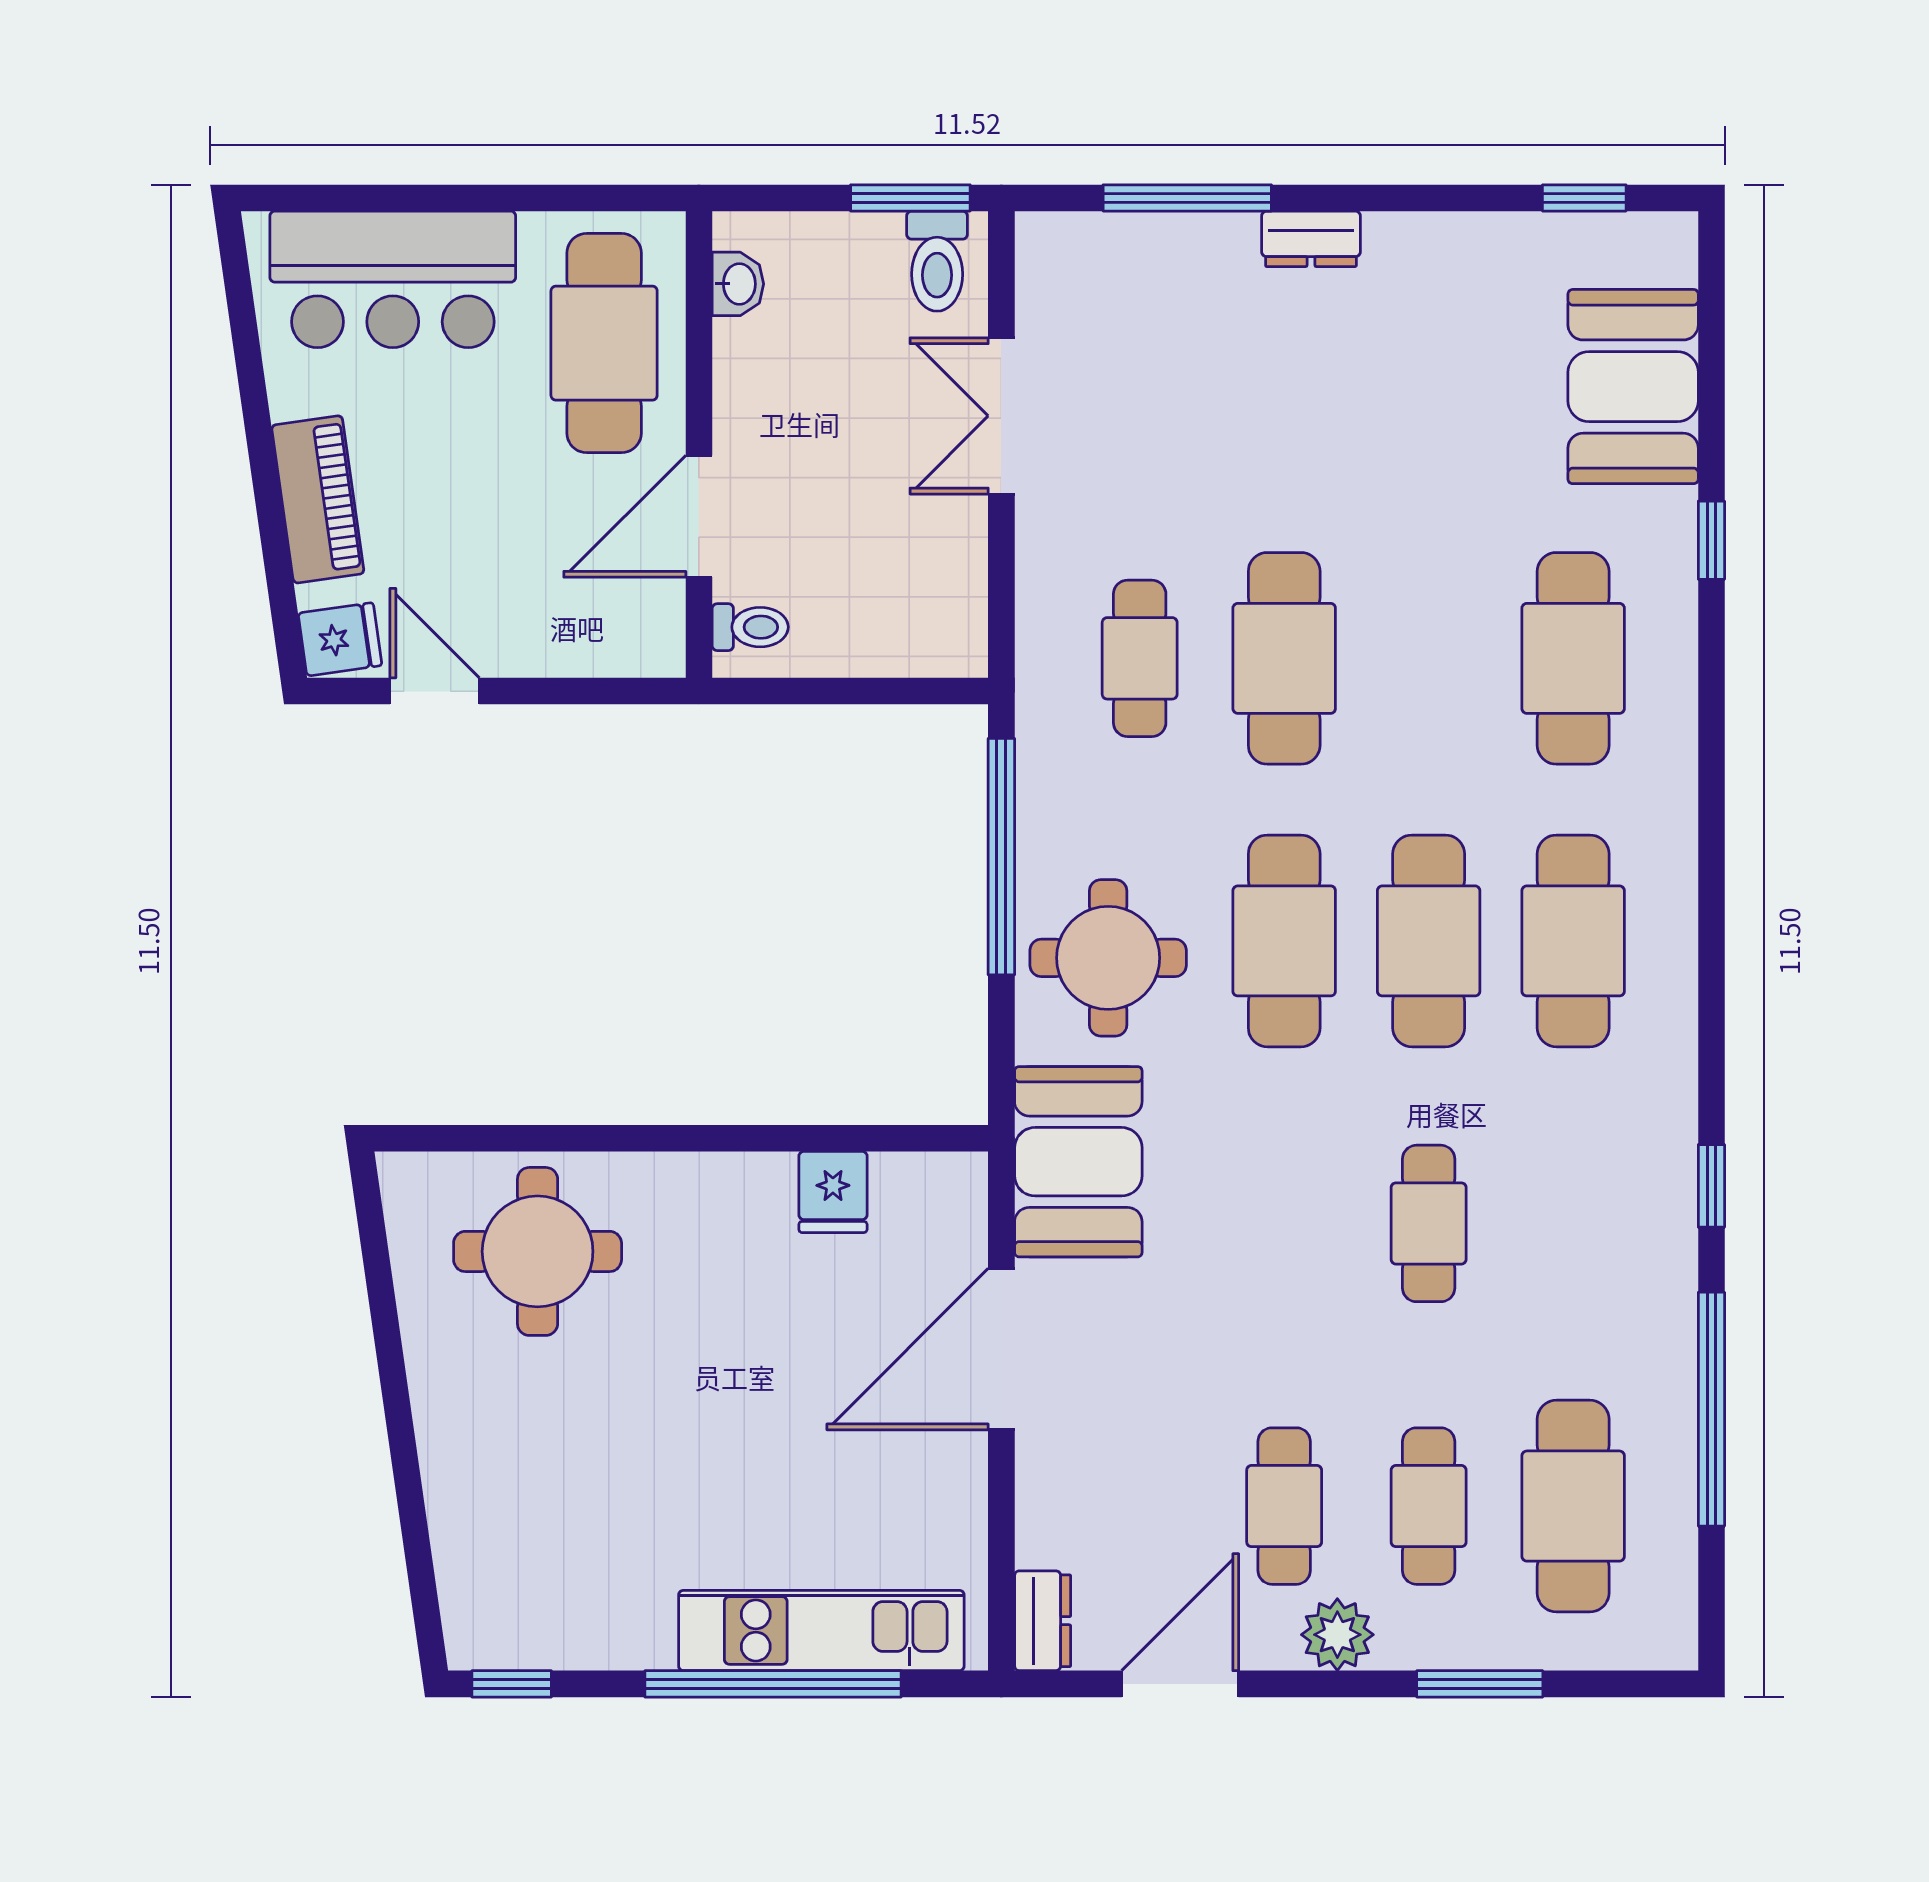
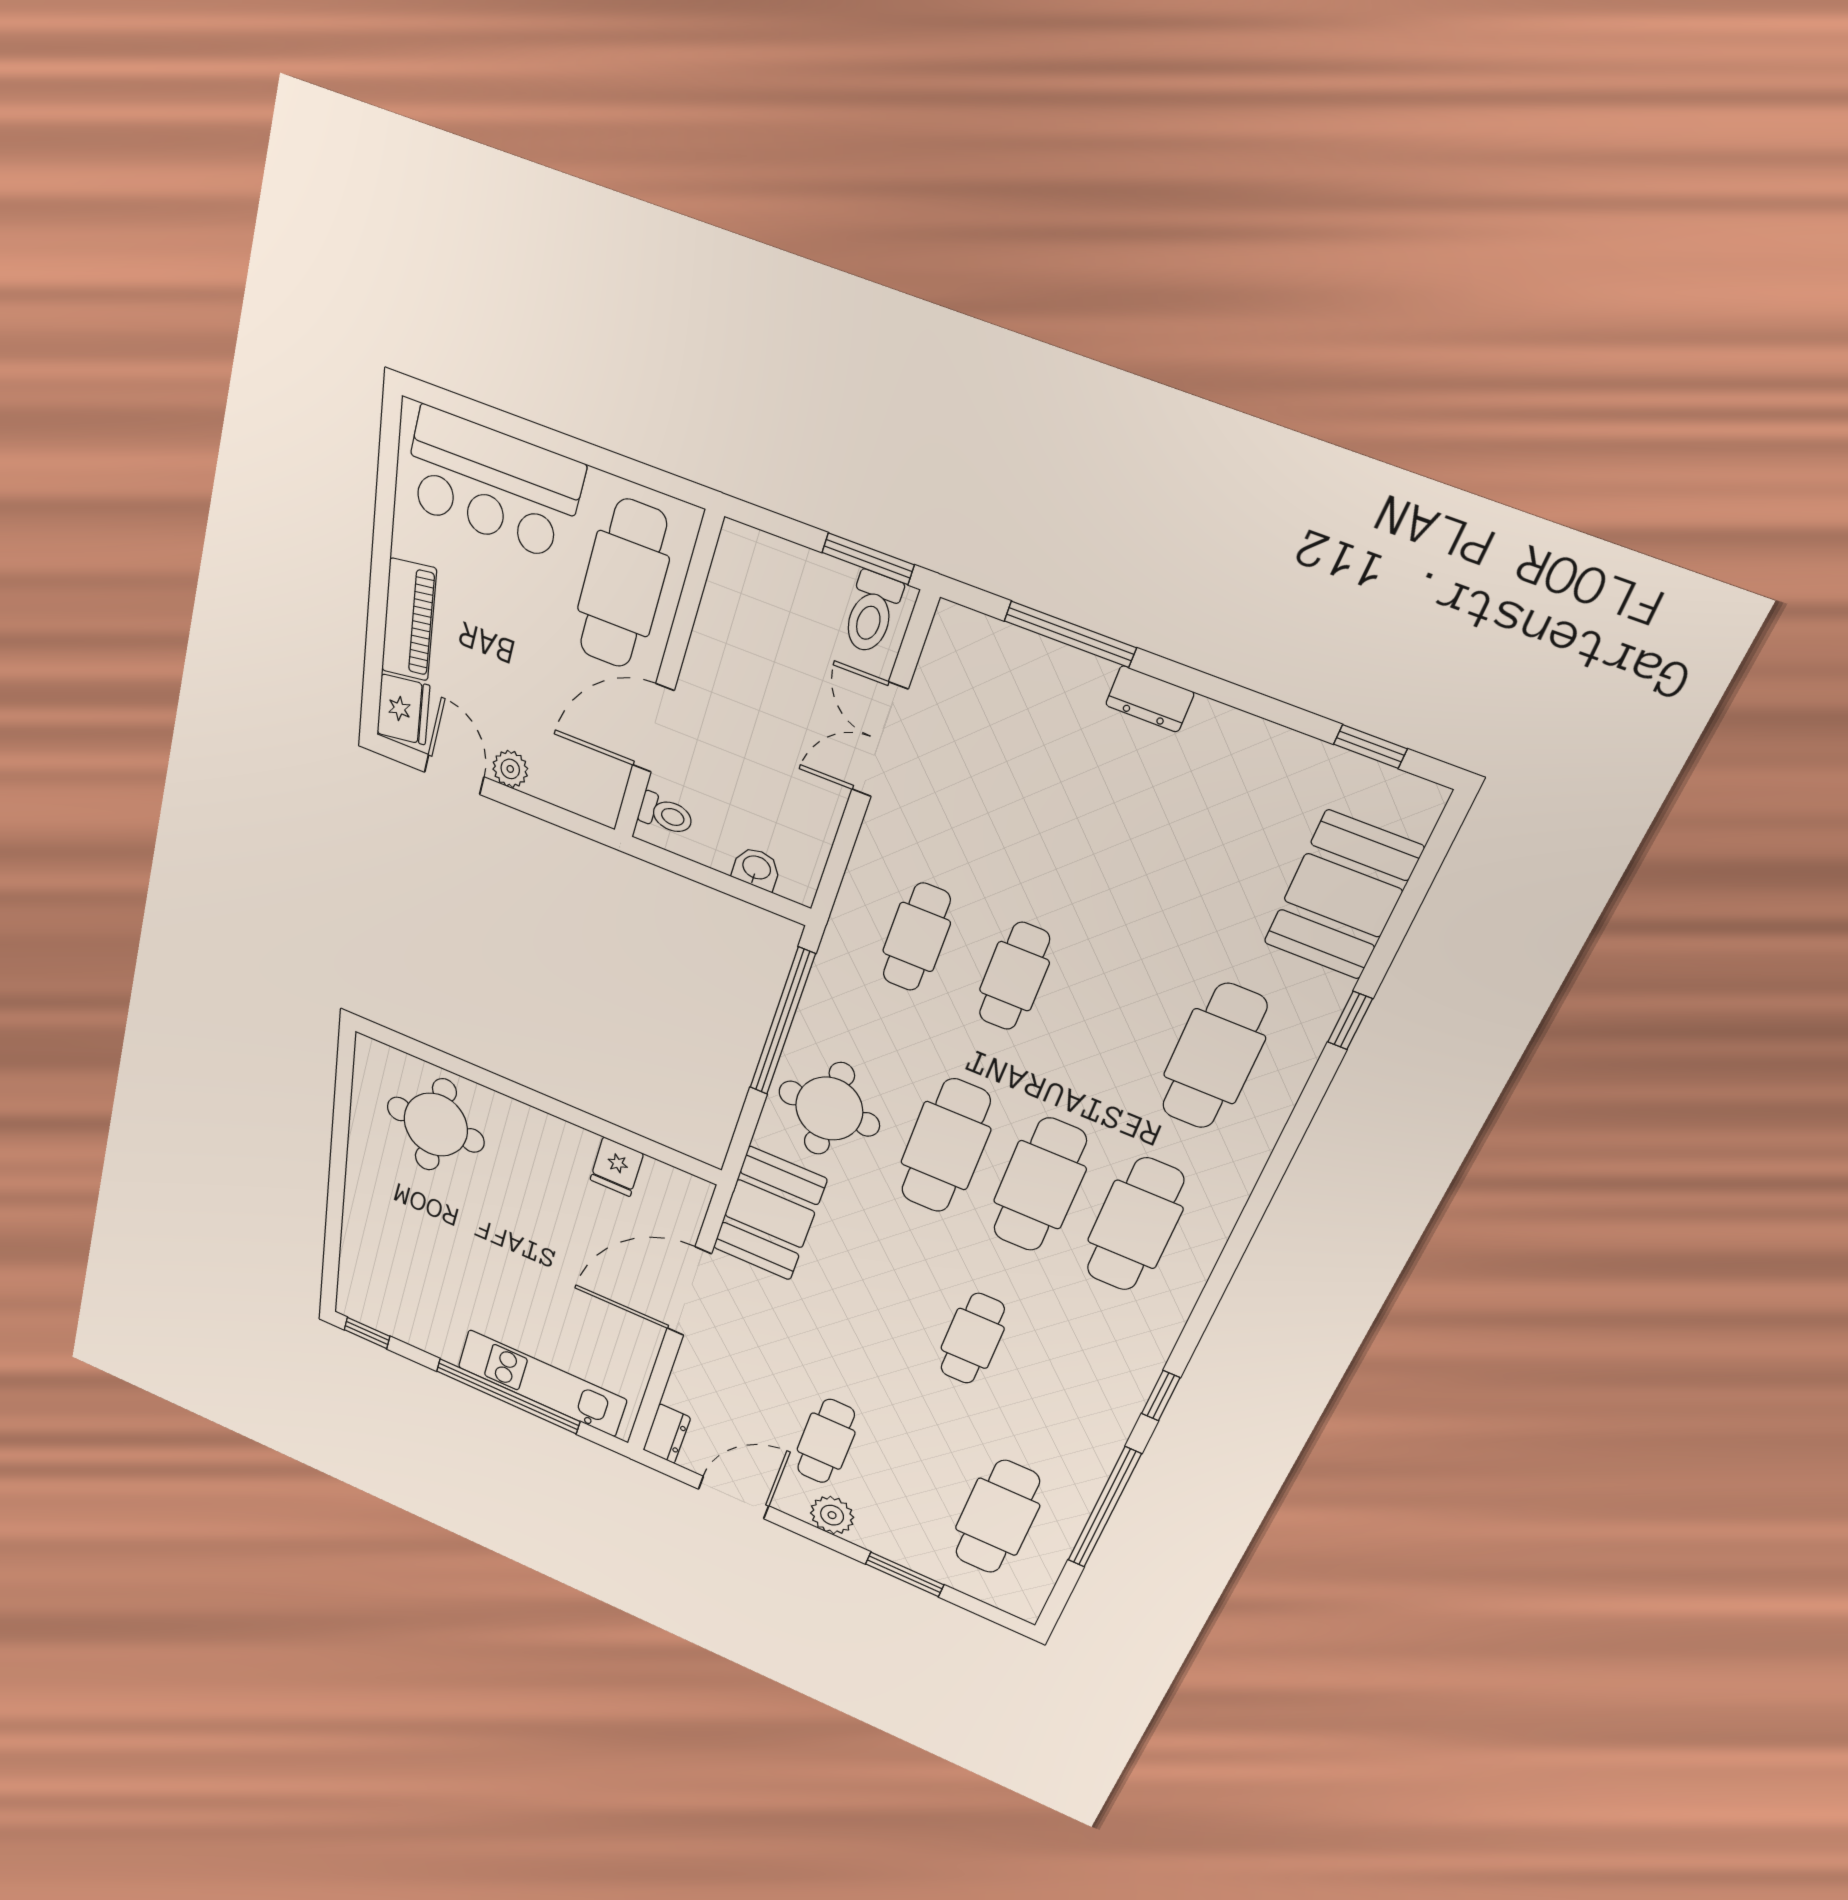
washbasin: (738, 284) -> (756, 868), moved, turned -90
fridge: (340, 639) -> (403, 709), width x1.38
plant: (514, 651) -> (510, 769), added
cafe table: (1284, 658) -> (1014, 976), width x0.73, depth x0.74
cafe table: (1429, 1506) -> (911, 1479), removed

